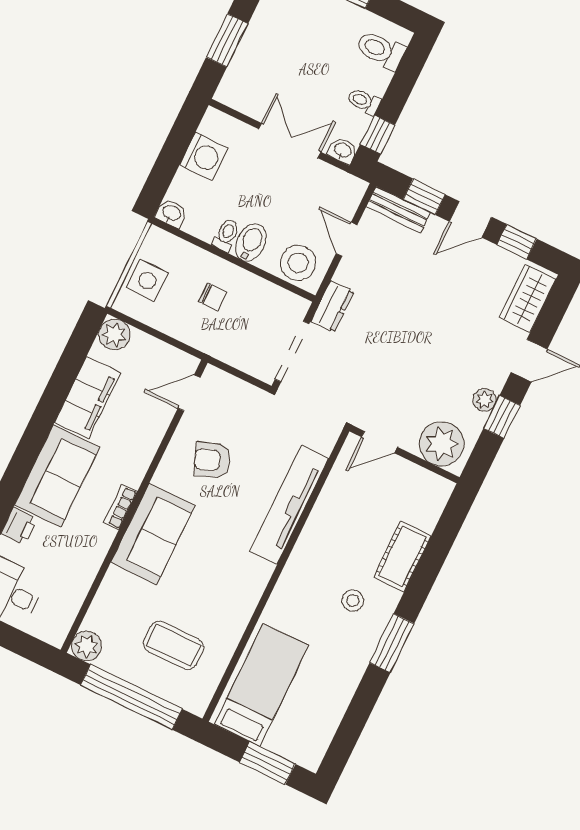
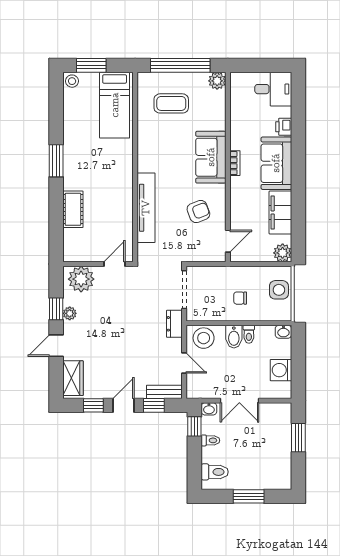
stool: (353, 601) -> (72, 81), moved

